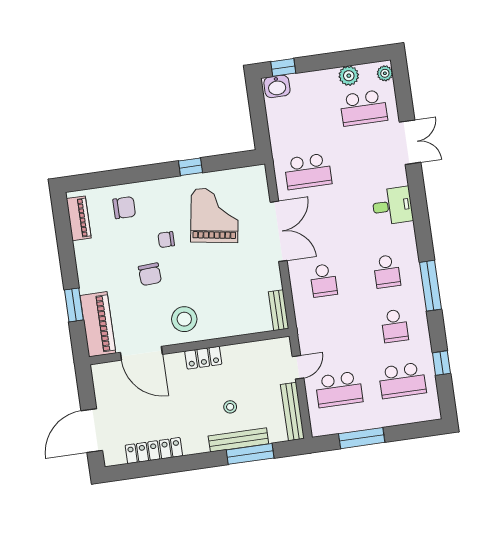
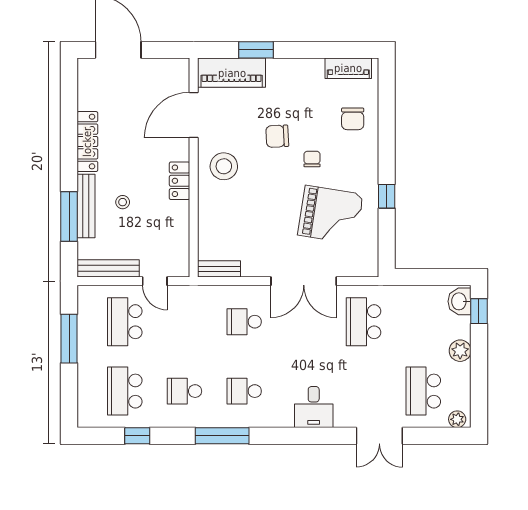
plant: (349, 76) -> (460, 351), moved
locker: (154, 451) -> (87, 142), moved

